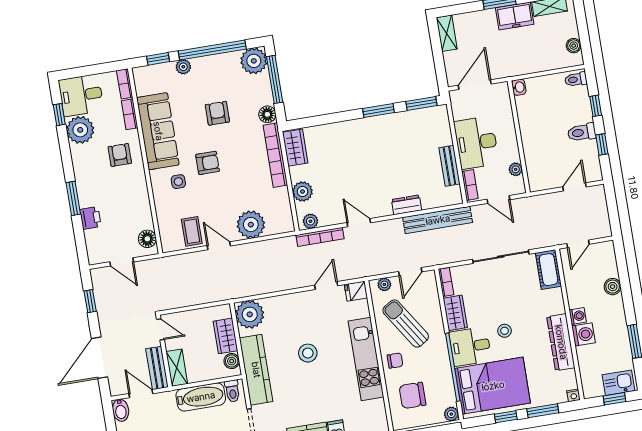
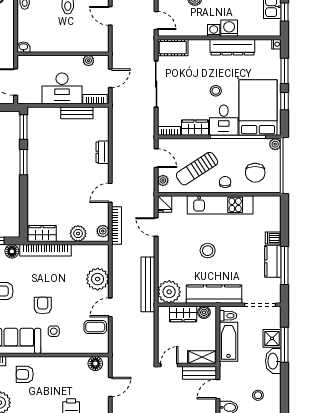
bench: (438, 220) -> (148, 284), moved

